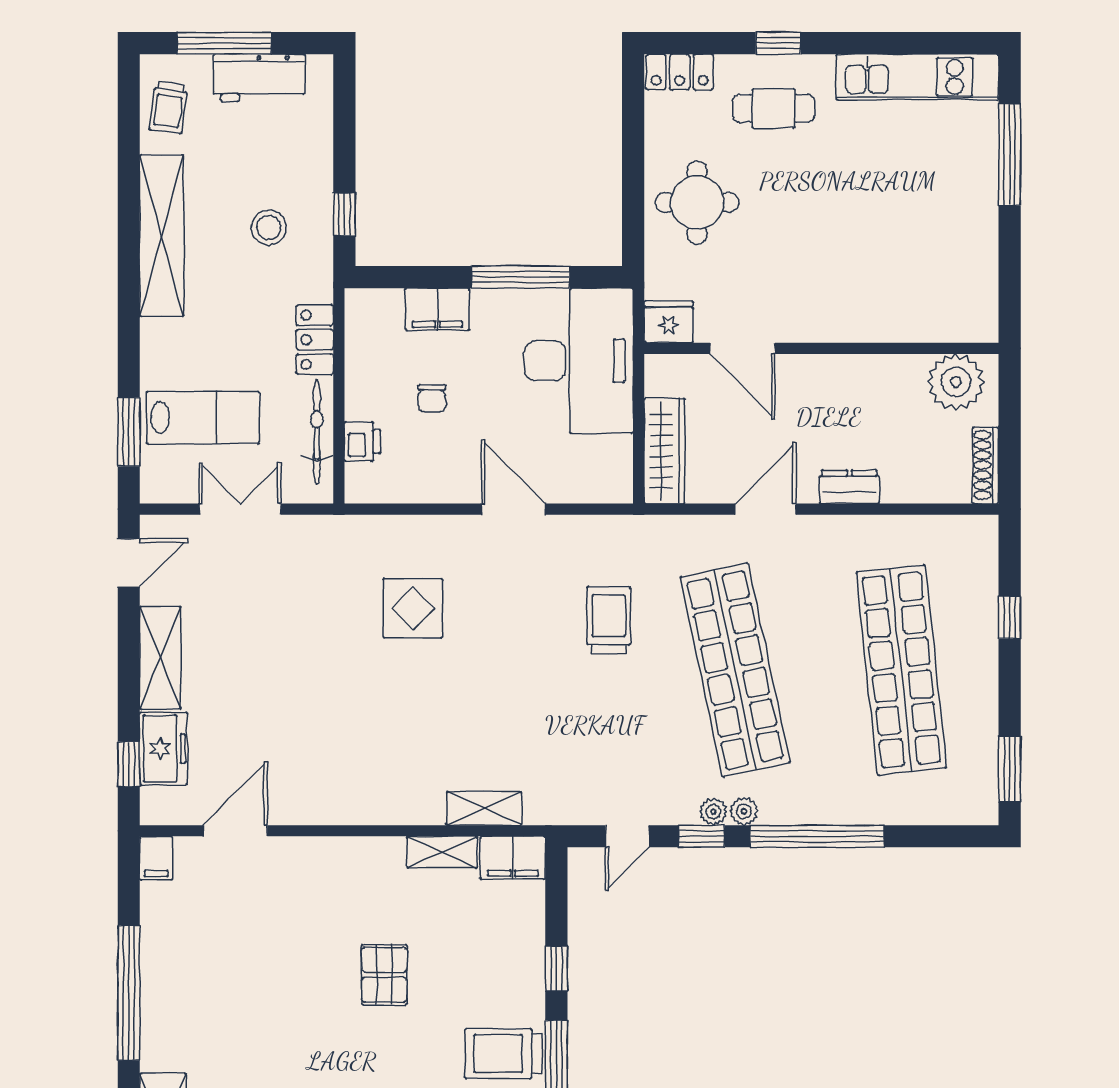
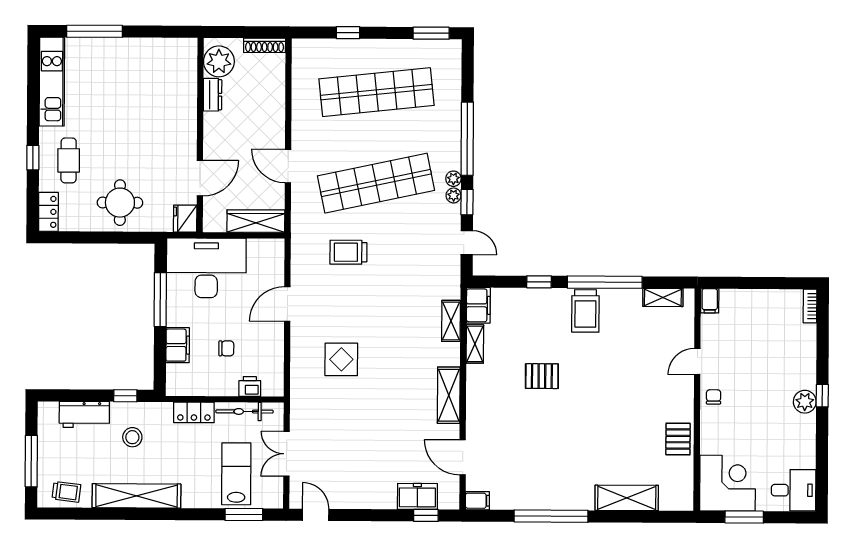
workbench: (259, 78) -> (84, 415), moved, turned 90
dresser: (849, 487) -> (213, 95), moved, turned 180
shelving: (160, 658) -> (449, 395), moved, turned 90

